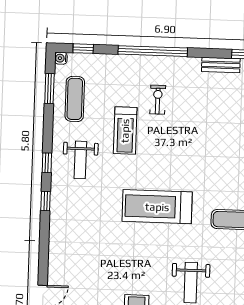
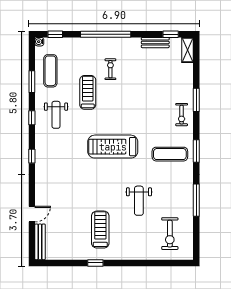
window: (49, 89) -> (32, 82), moved
treadmill: (125, 131) -> (88, 92), turned 180
window: (46, 201) -> (32, 156), moved

